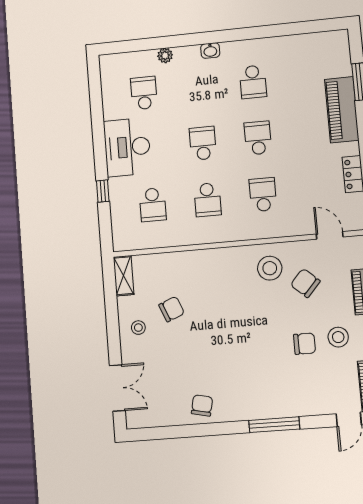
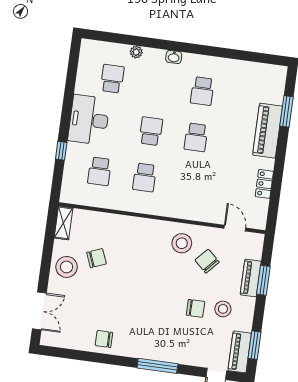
school desk: (258, 138) -> (196, 137), turned 180
school desk: (263, 195) -> (190, 184), removed
stool: (138, 328) -> (67, 267), width x1.89, depth x1.89
chair: (202, 405) -> (104, 339), turned -102

